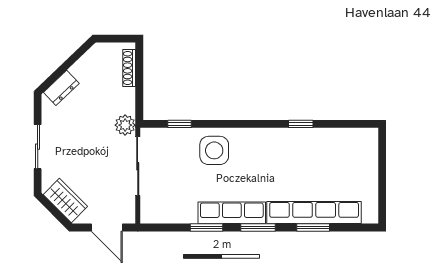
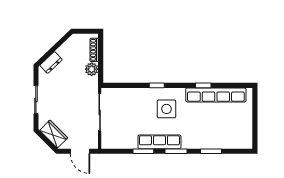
window: (180, 124) -> (157, 85), moved
plant: (125, 125) -> (92, 69), moved
side table: (214, 150) -> (167, 109), moved
row of seats: (314, 213) -> (216, 95), moved, turned 180

